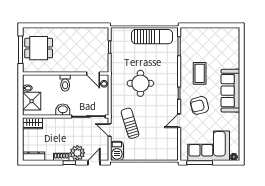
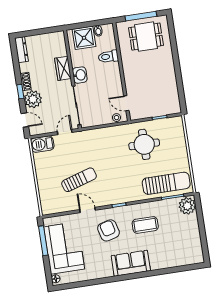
plant: (189, 35) -> (187, 206), added
sun lounger: (152, 37) -> (166, 183), moved, turned -90
dining table: (39, 48) -> (146, 37), turned 90
door: (93, 74) -> (126, 103), hinge flipped
toilet: (65, 83) -> (108, 57), moved
round table: (140, 83) -> (144, 144), moved
sofa: (230, 91) -> (131, 263), width x0.73
wardrobe: (32, 123) -> (63, 68), moved
sun lounger: (130, 123) -> (79, 180), moved

